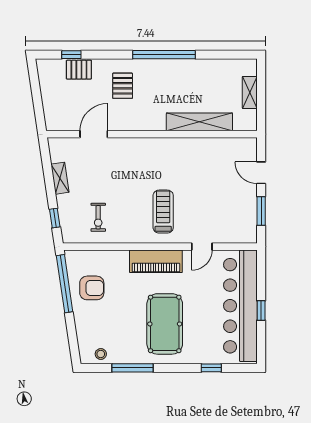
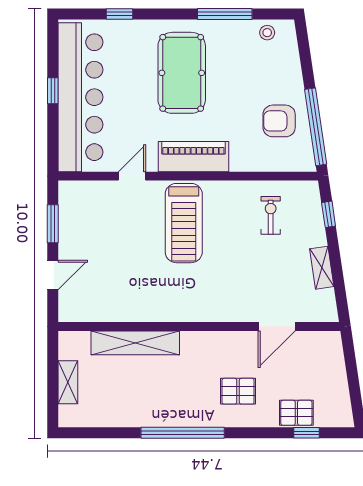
pallet: (123, 86) -> (238, 391), turned 90
door: (261, 173) -> (53, 275), hinge flipped
treadmill: (163, 212) -> (184, 223), width x1.37, depth x1.38

